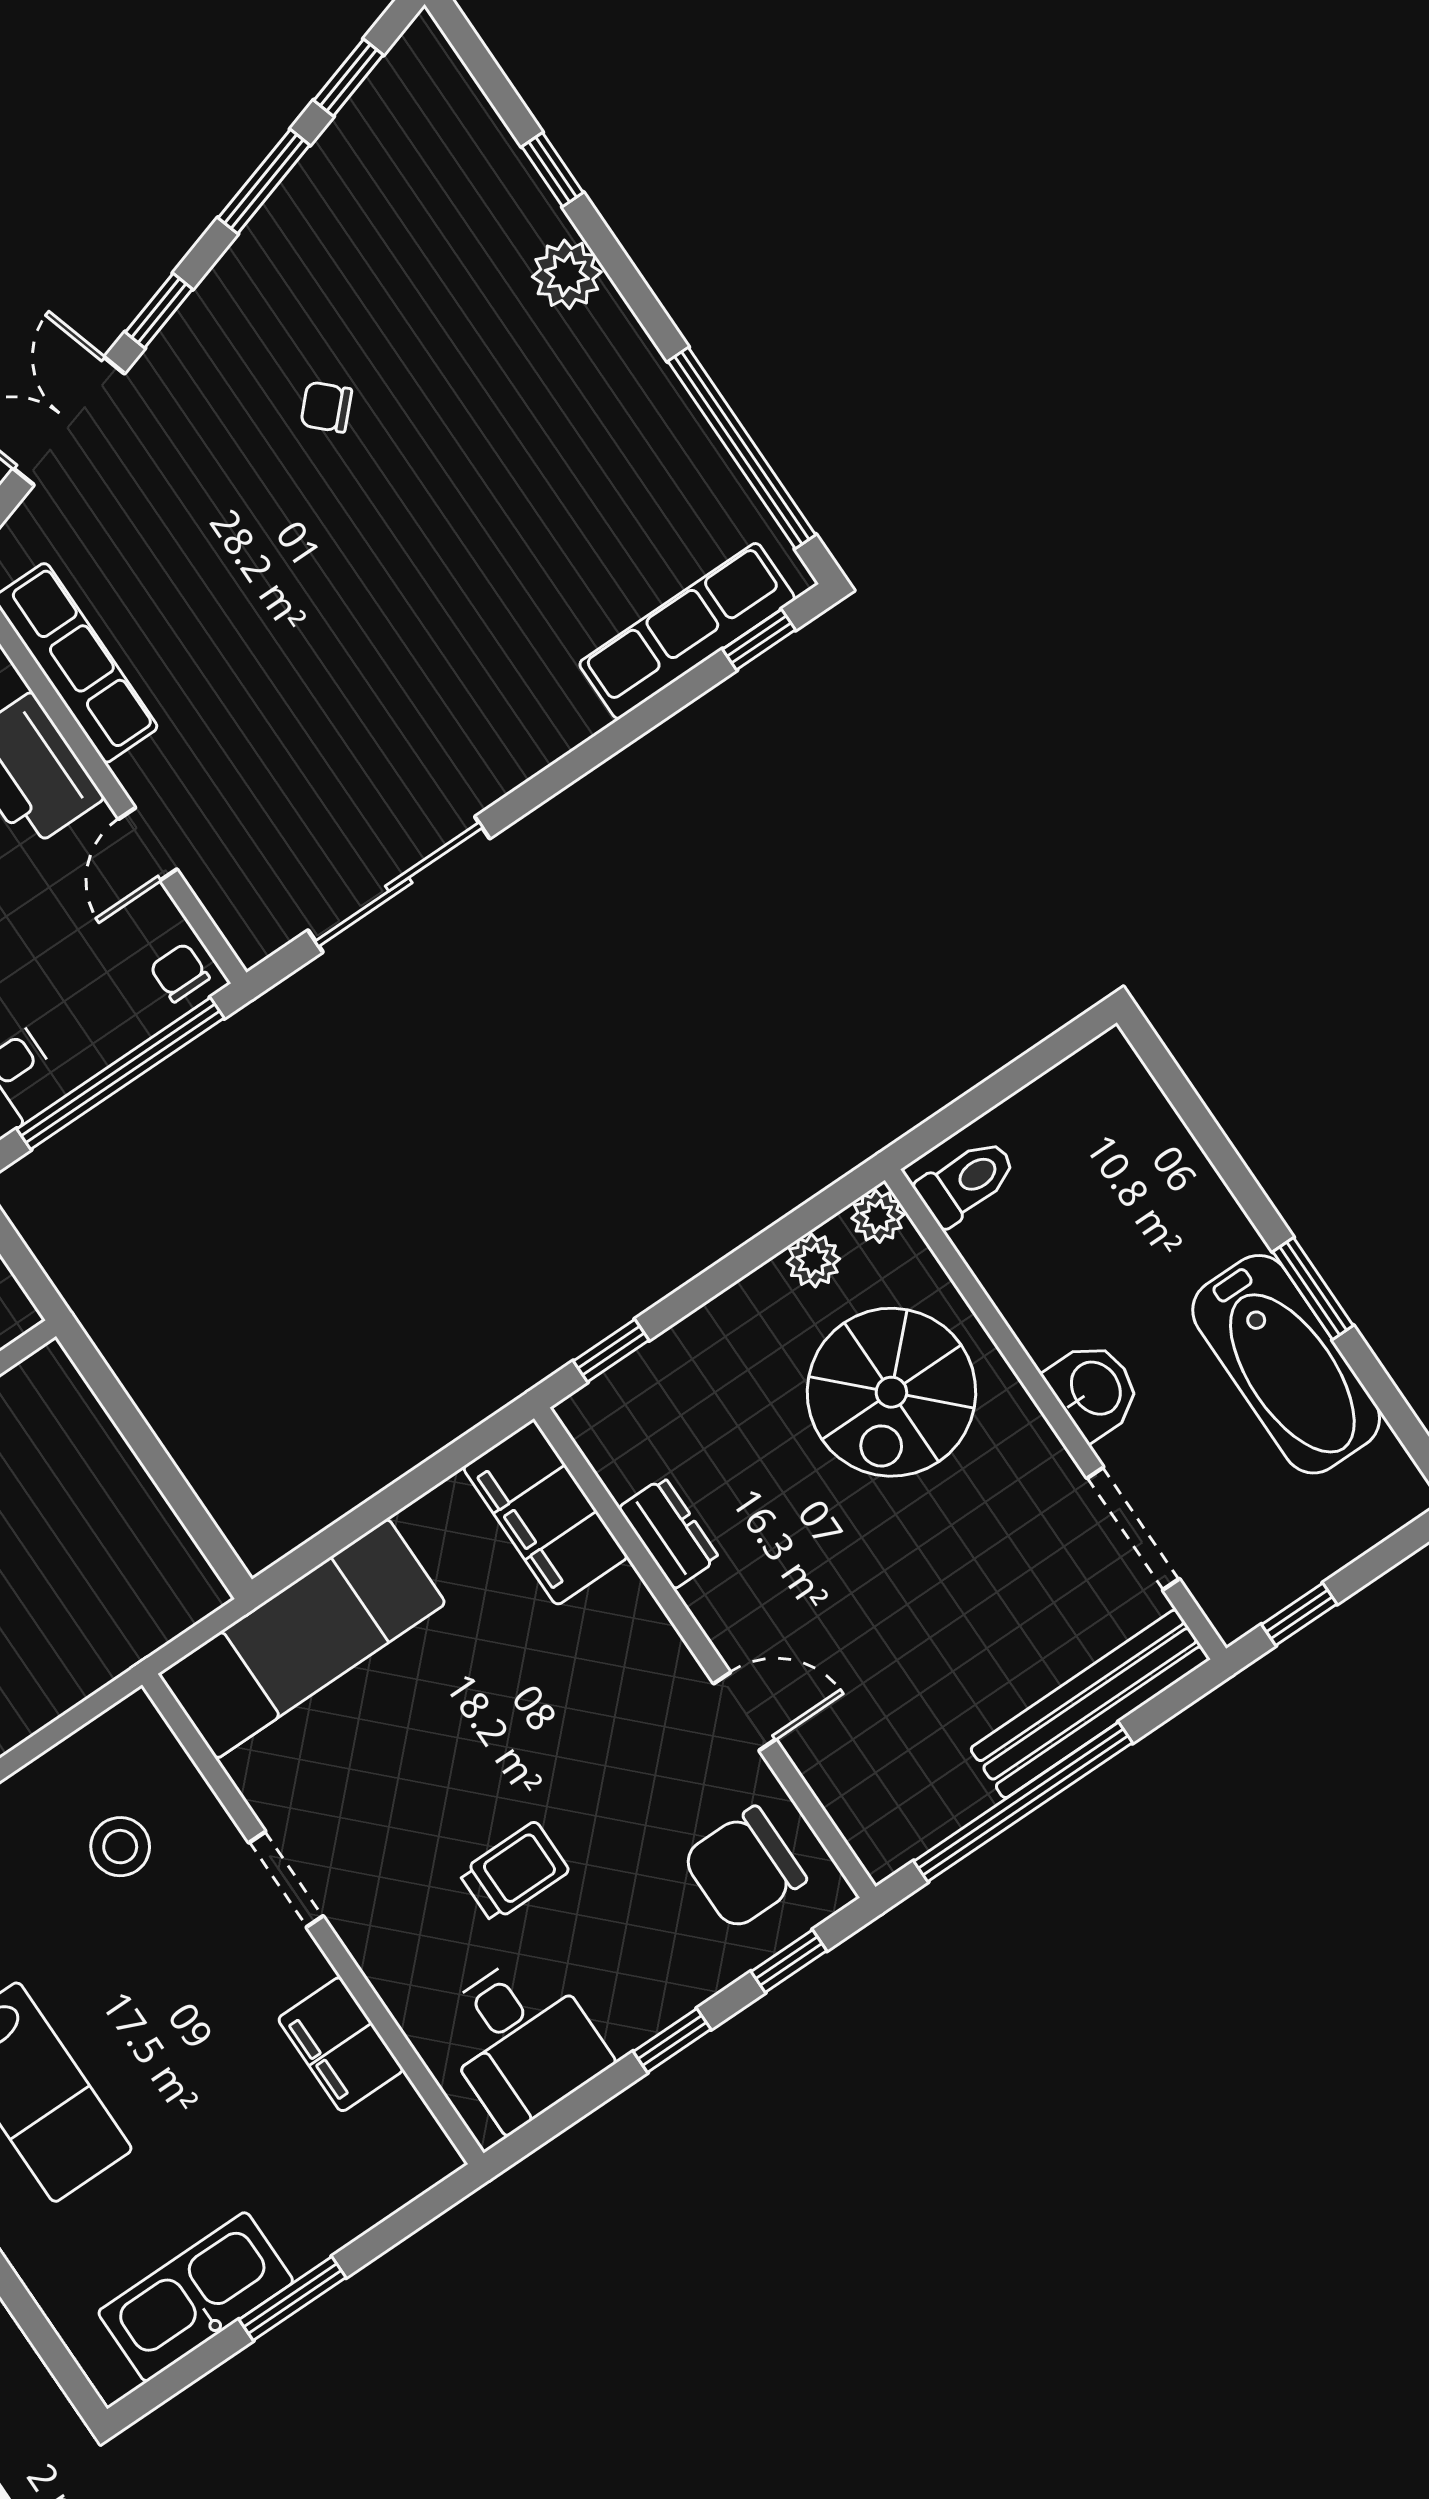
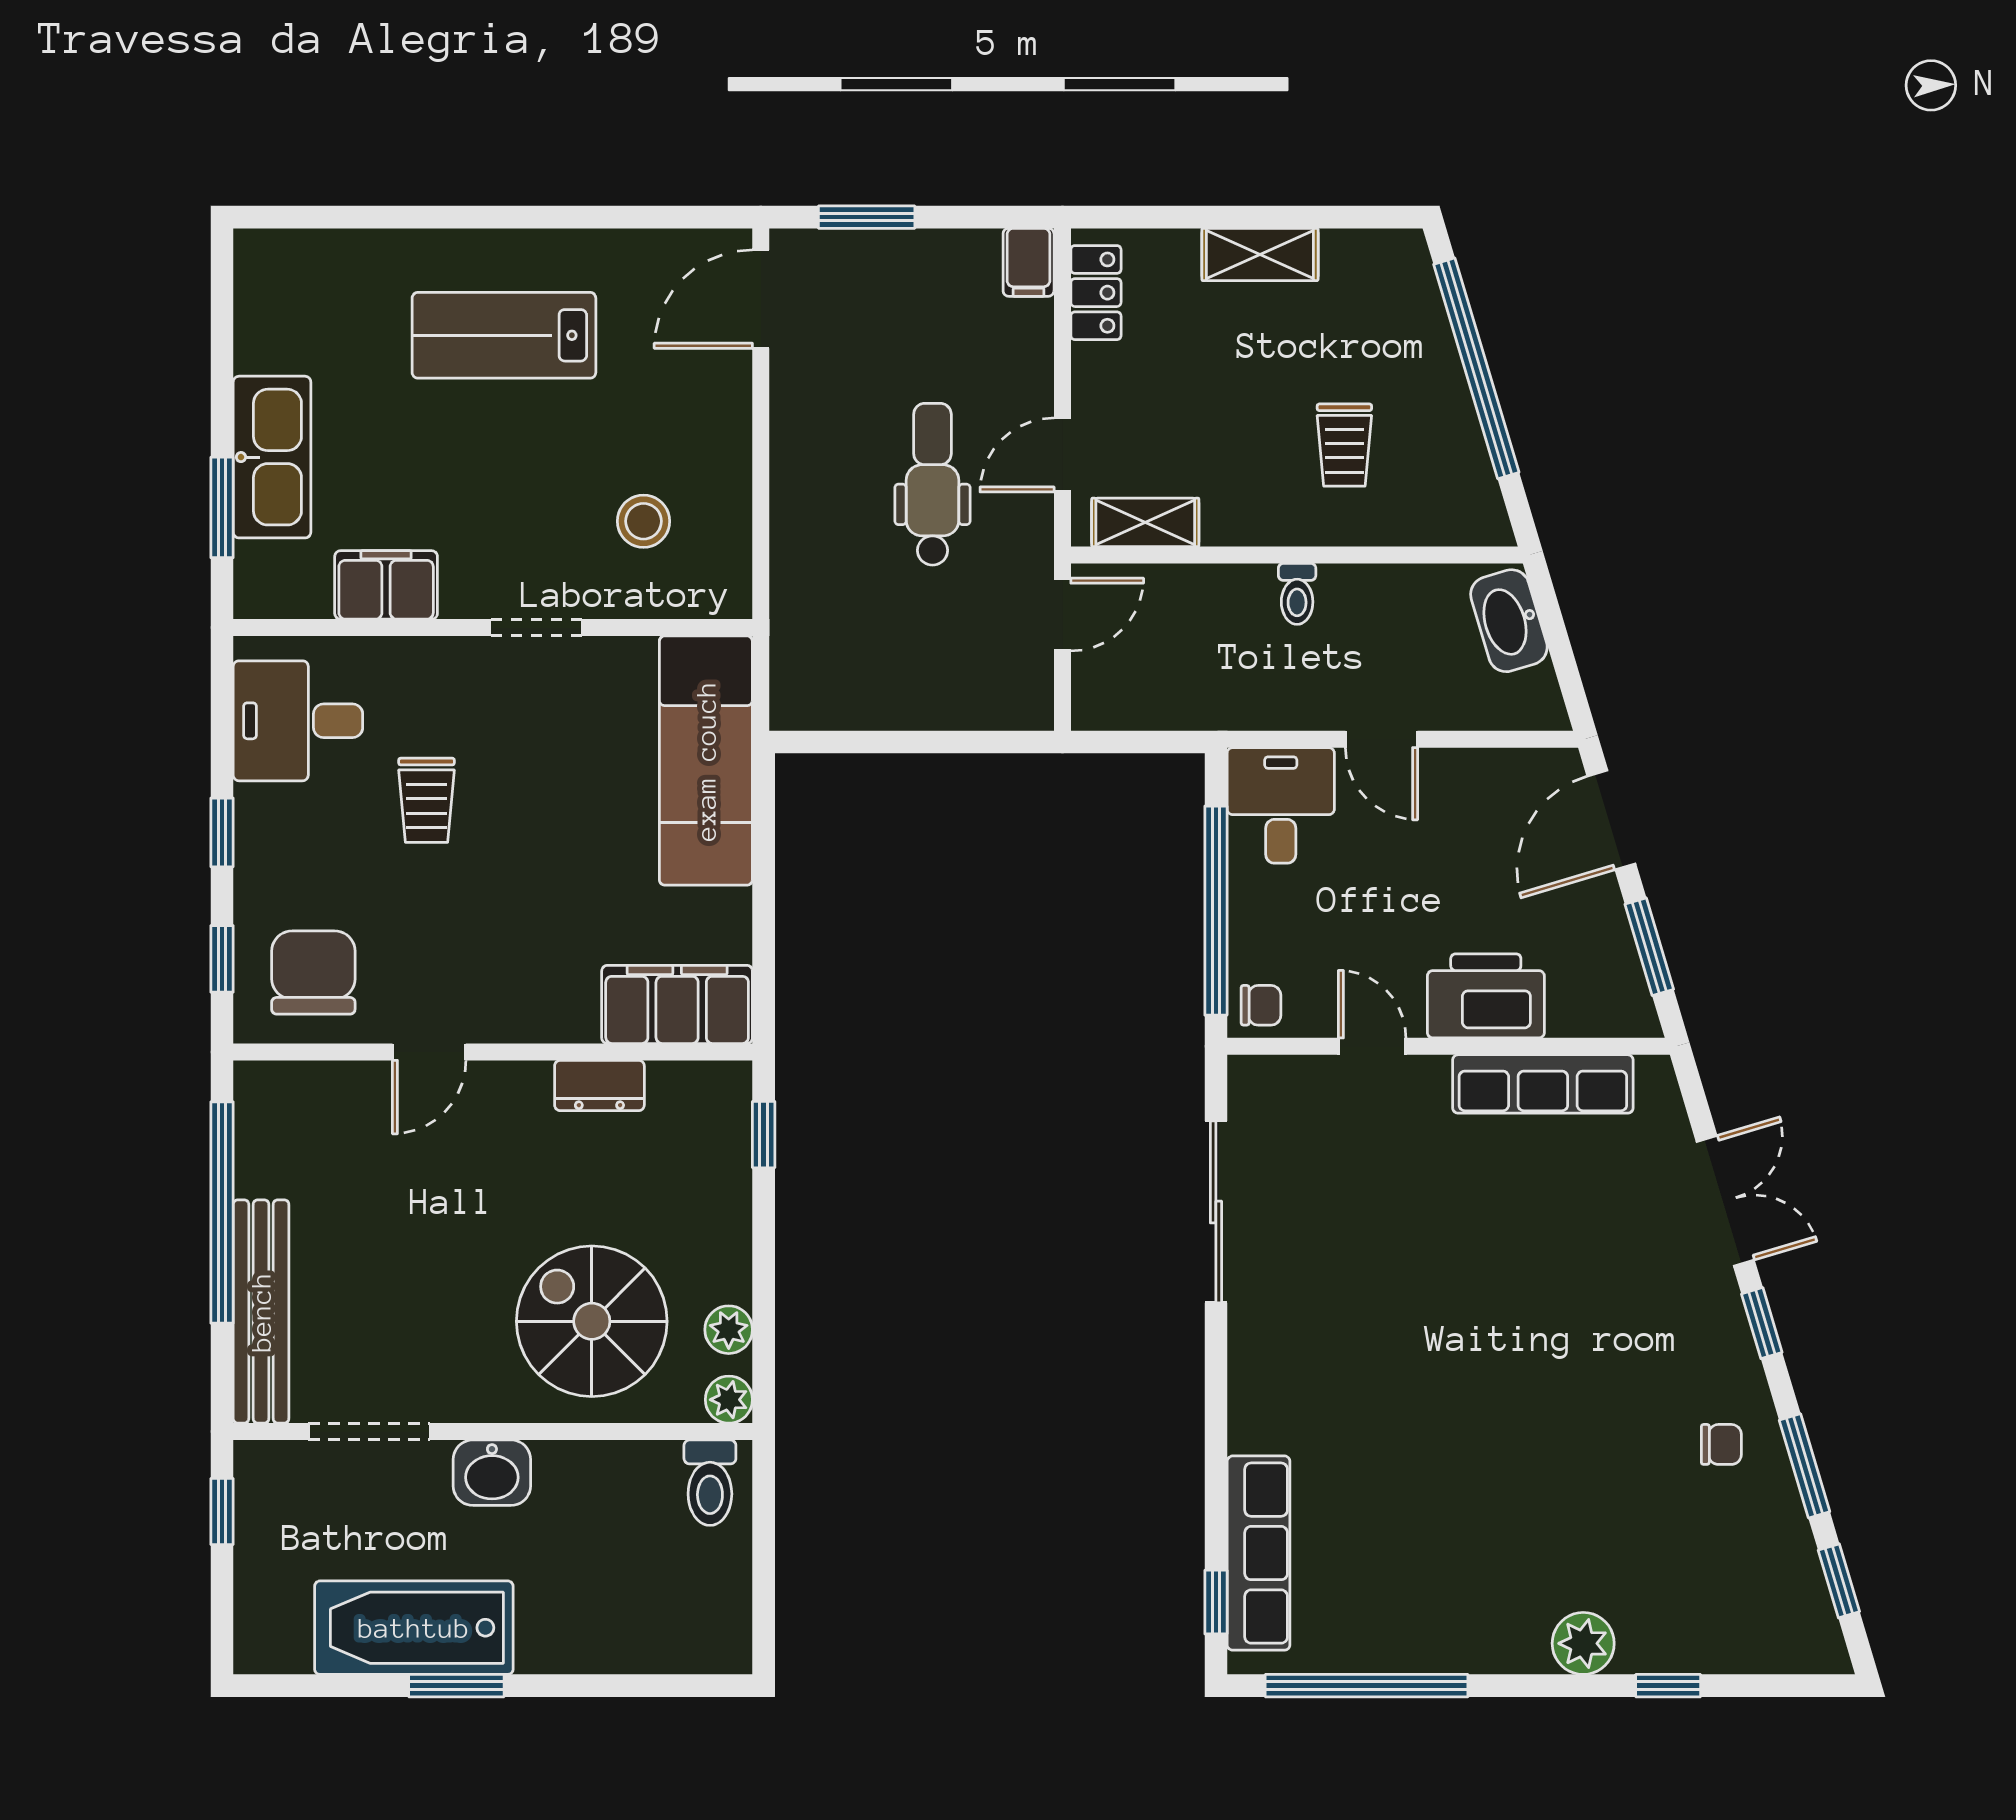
chair: (326, 407) -> (1721, 1444), moved, turned 46
kitchen sink: (196, 2297) -> (272, 457), moved
window: (292, 2298) -> (222, 507), moved

